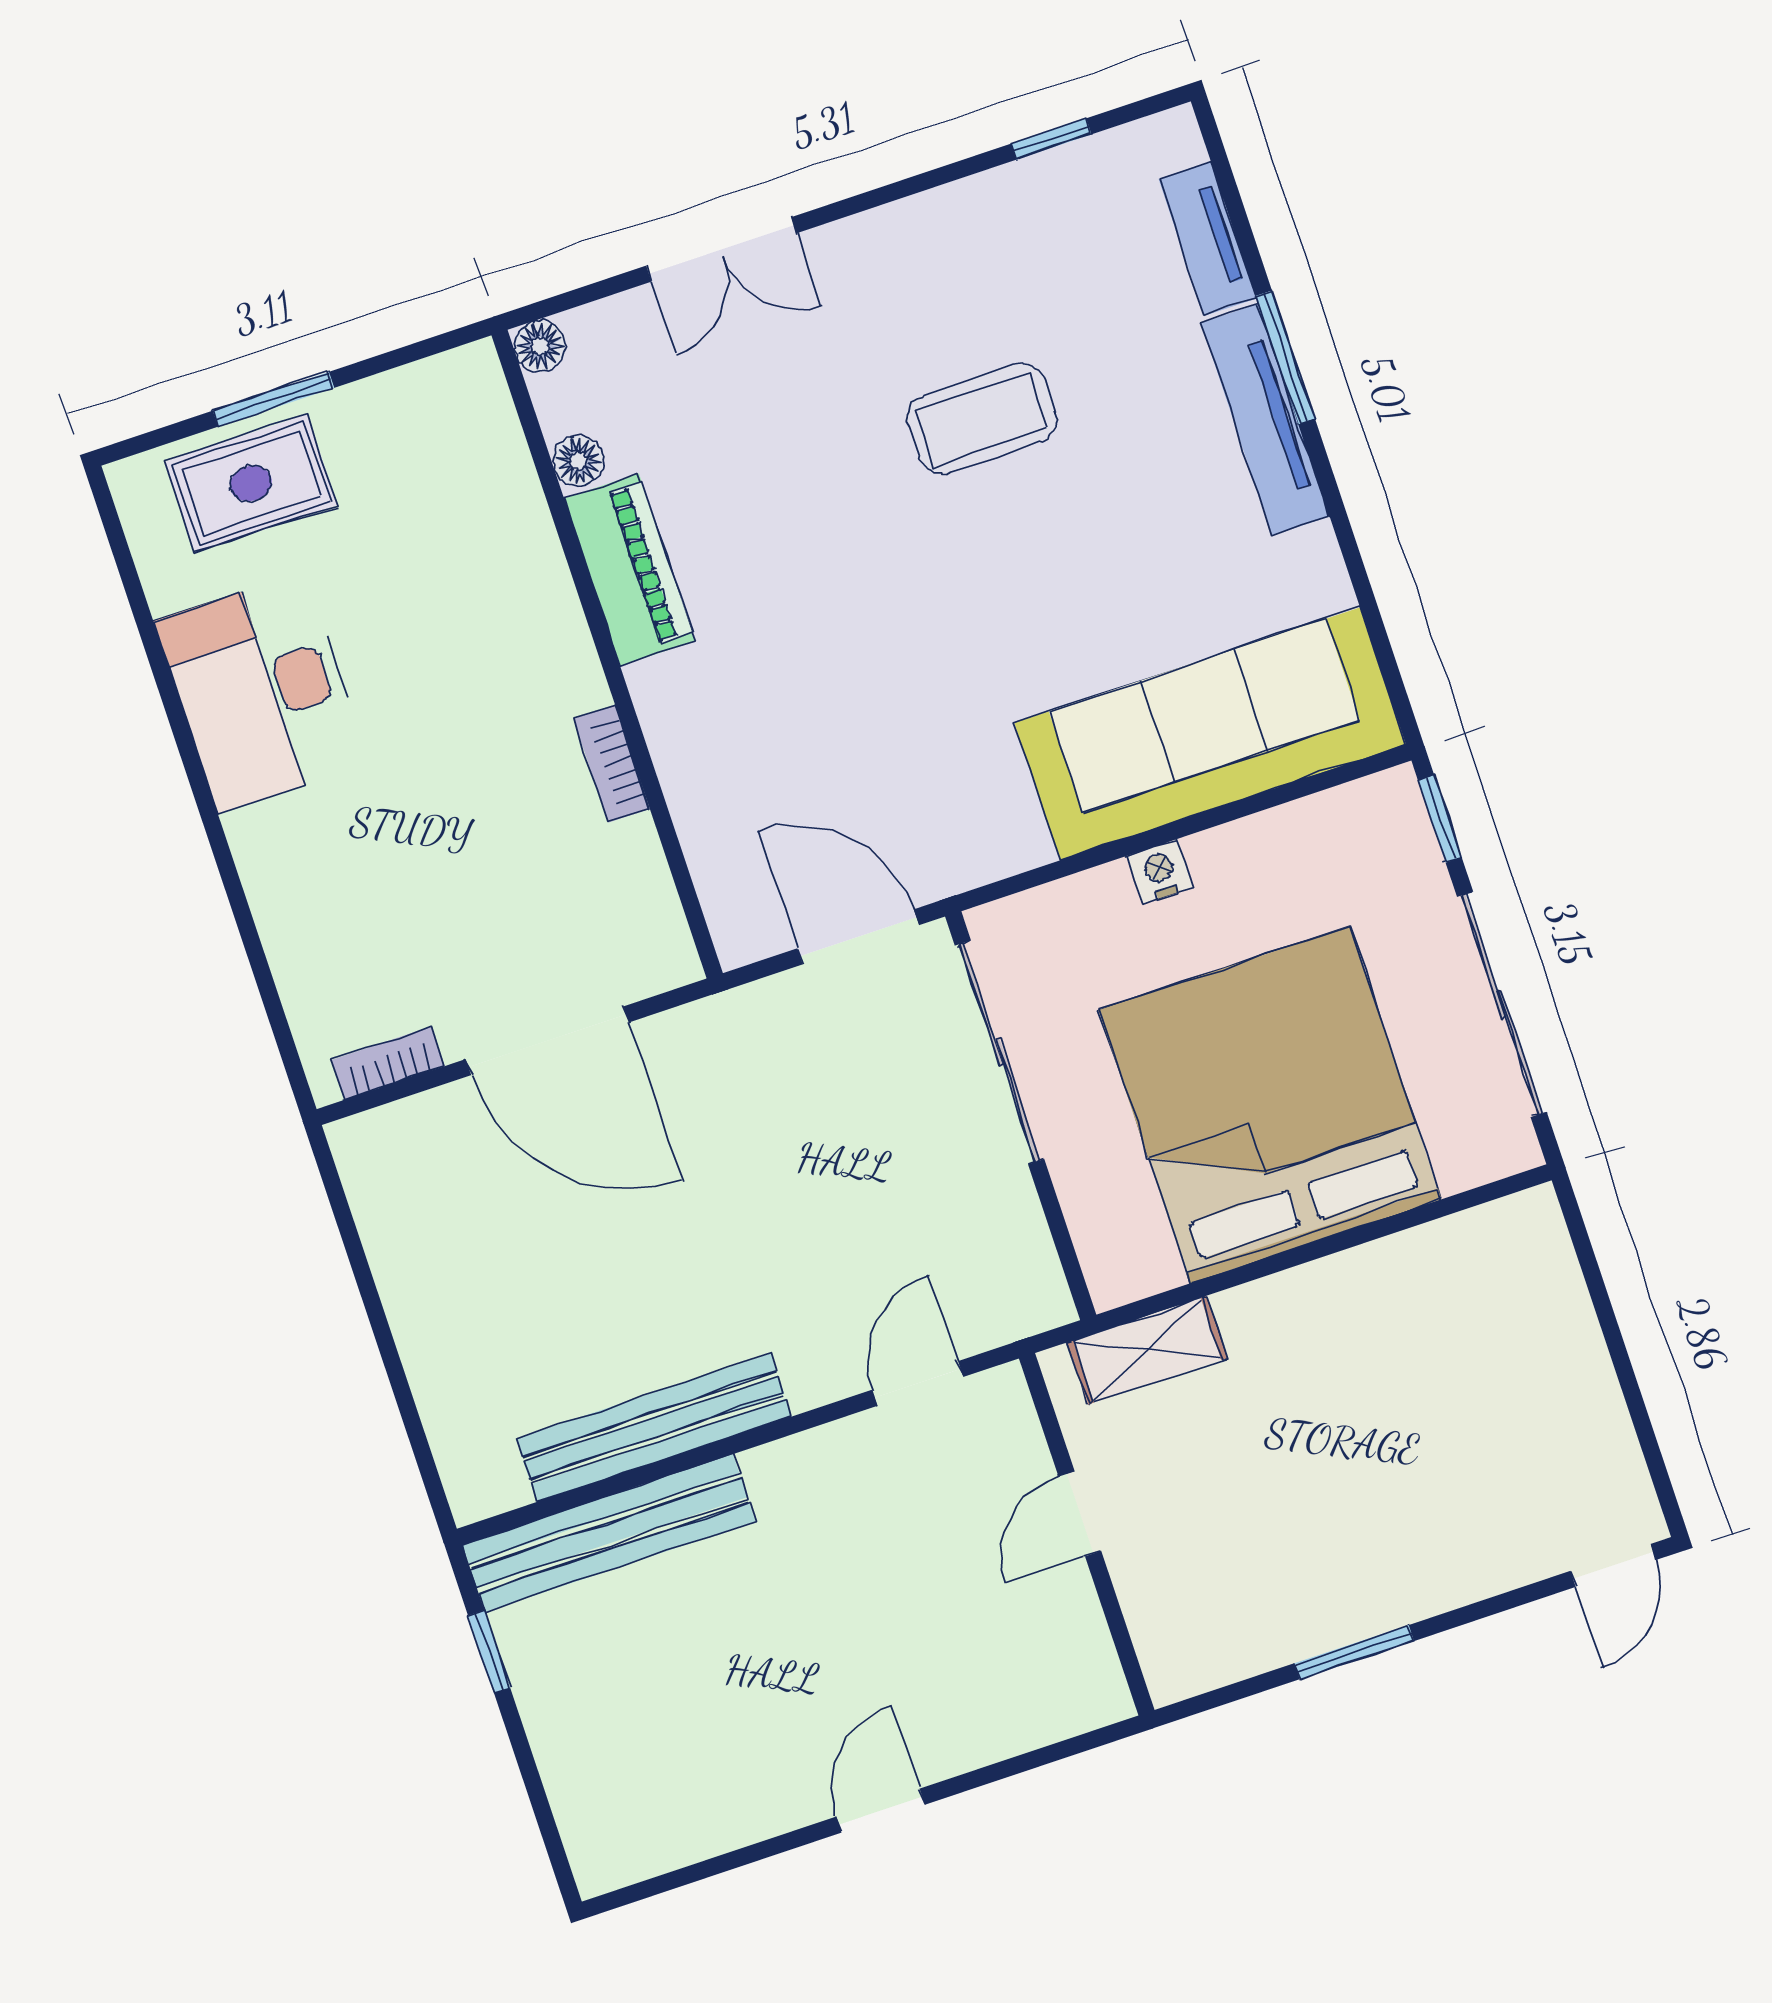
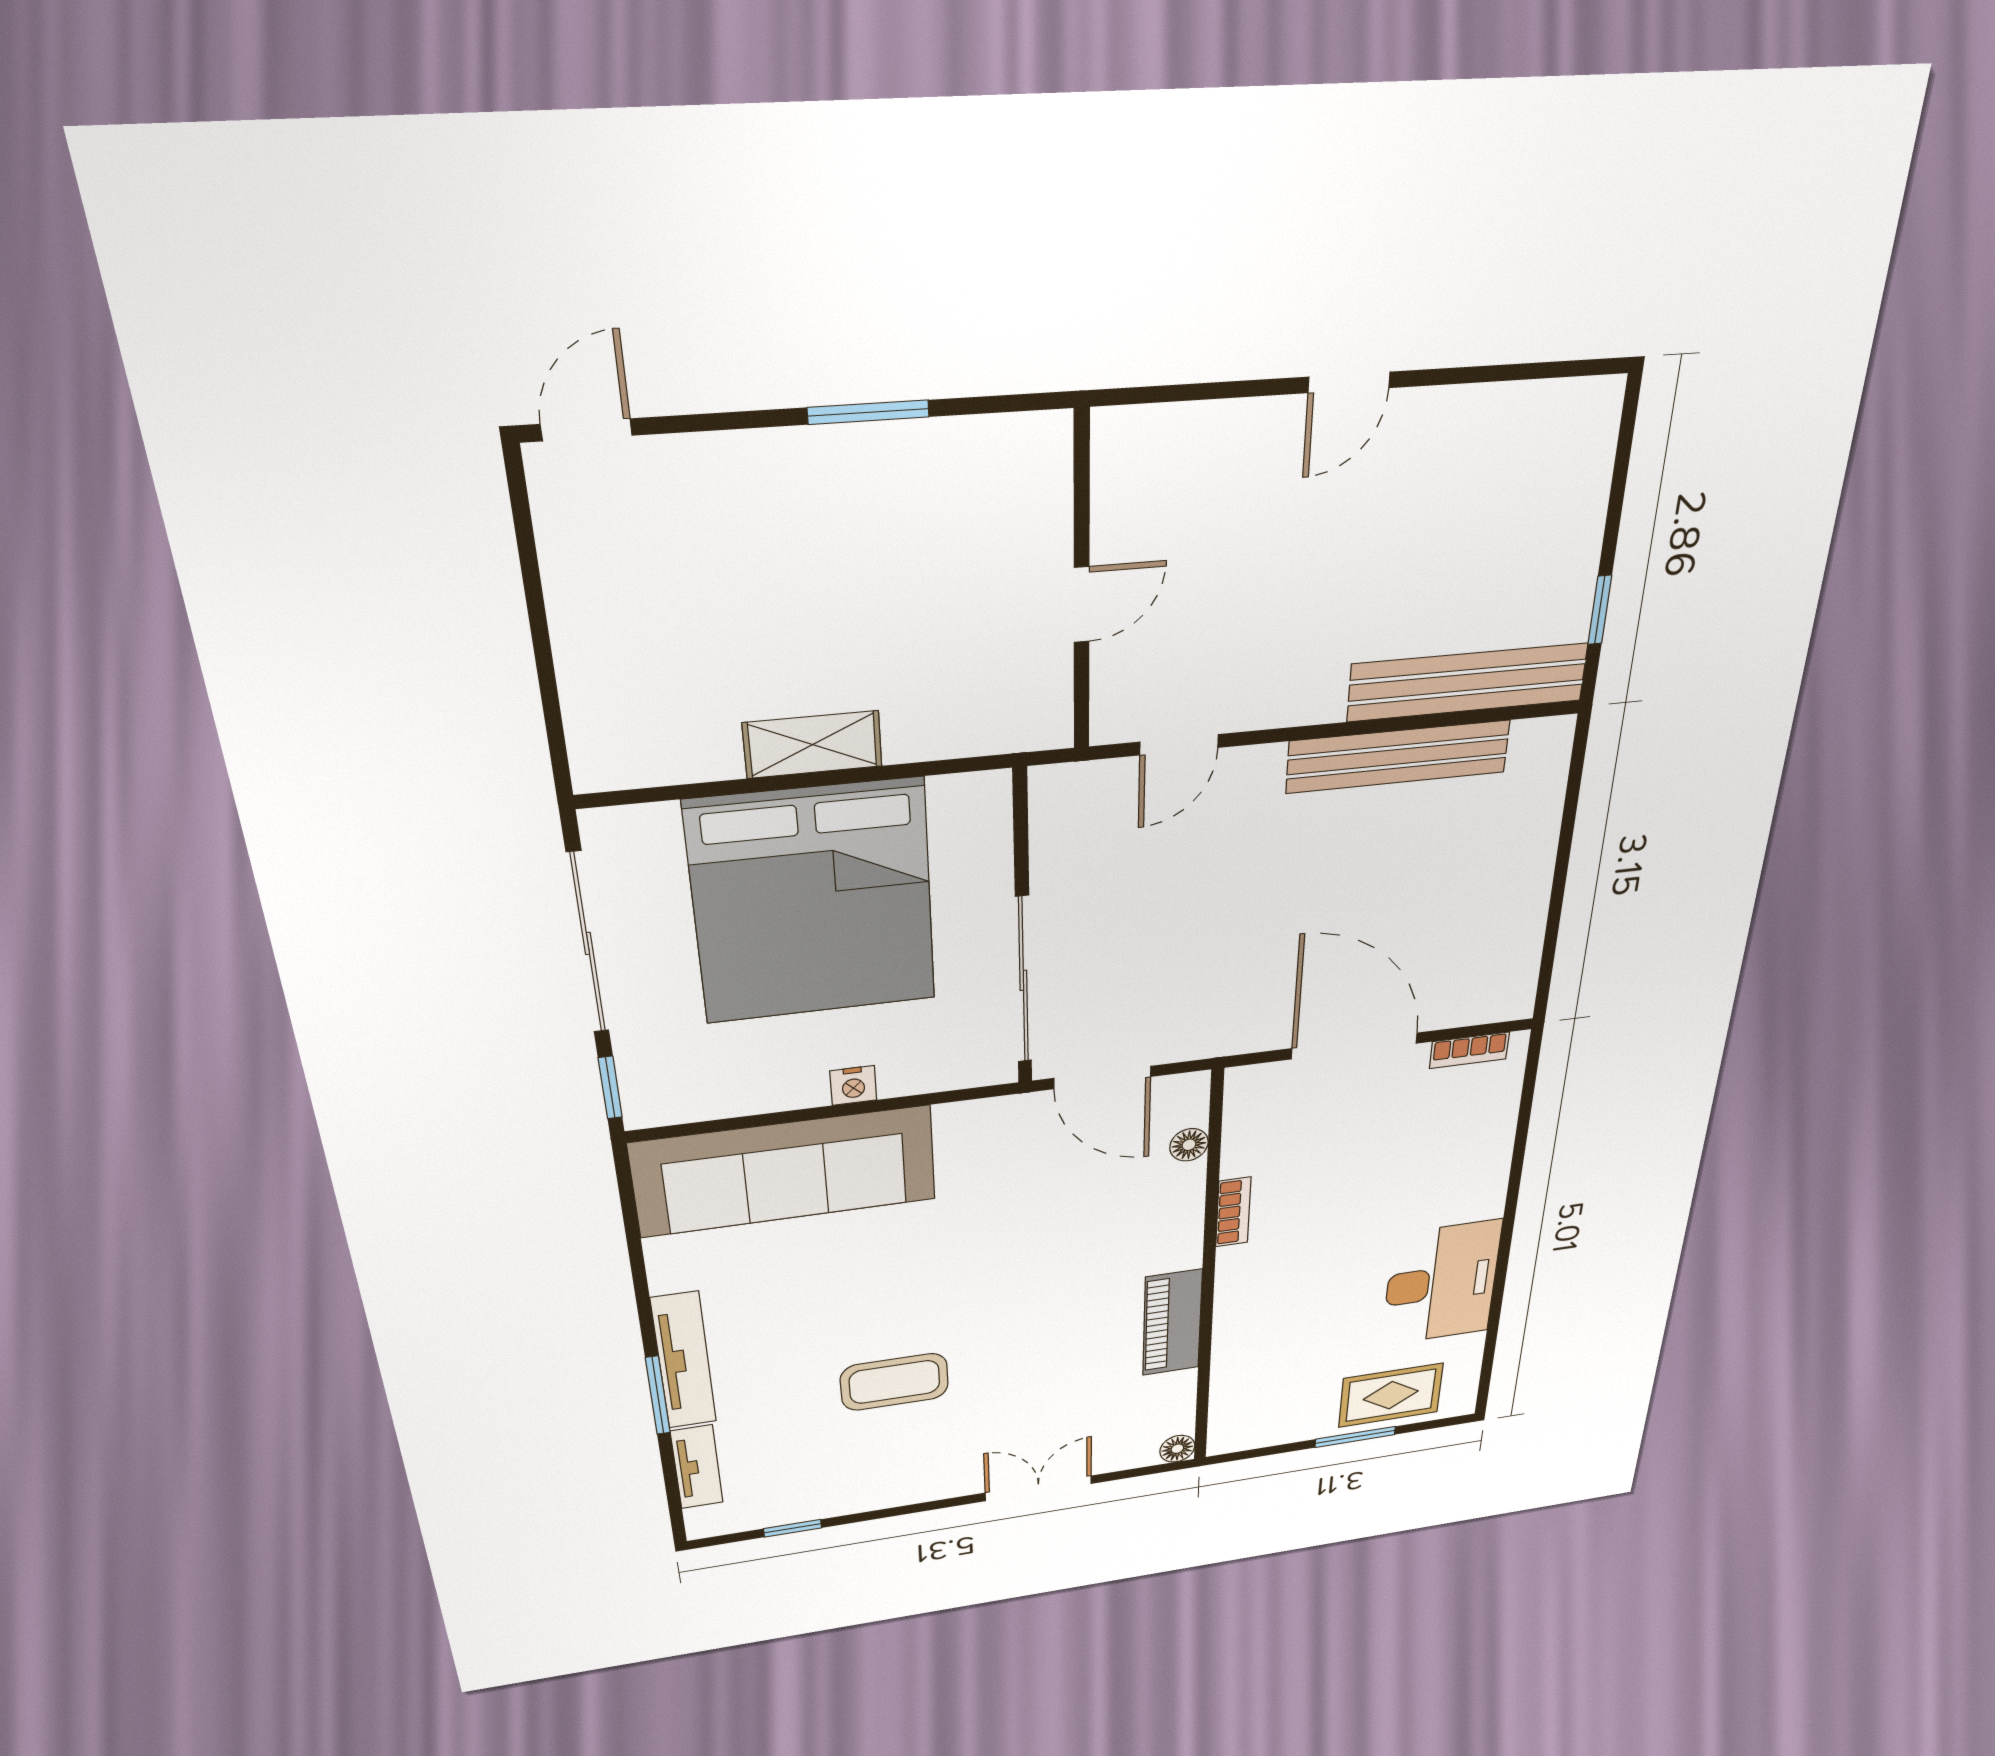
floor lamp: (578, 461) -> (1189, 1145), moved
shelving: (1147, 1350) -> (813, 745), moved

